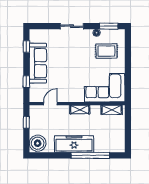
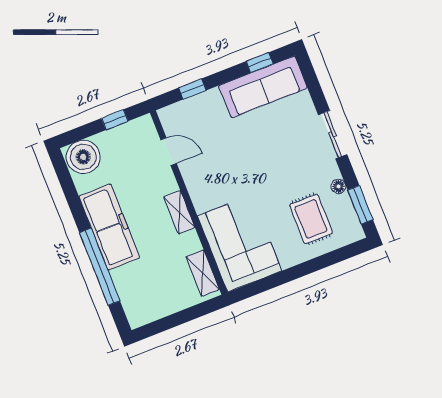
sofa: (38, 63) -> (263, 87), moved

